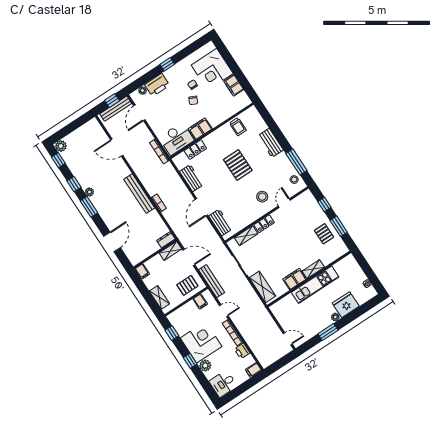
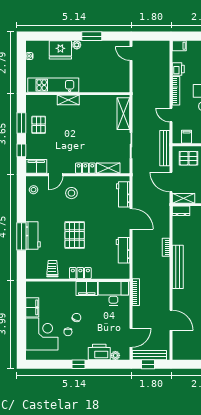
locker: (195, 150) -> (80, 273), moved
window: (296, 162) -> (21, 236), moved
door: (201, 207) -> (131, 219), hinge flipped
filing cabinet: (295, 279) -> (36, 166), moved, turned 180
kitchen unit: (315, 285) -> (53, 85), moved

